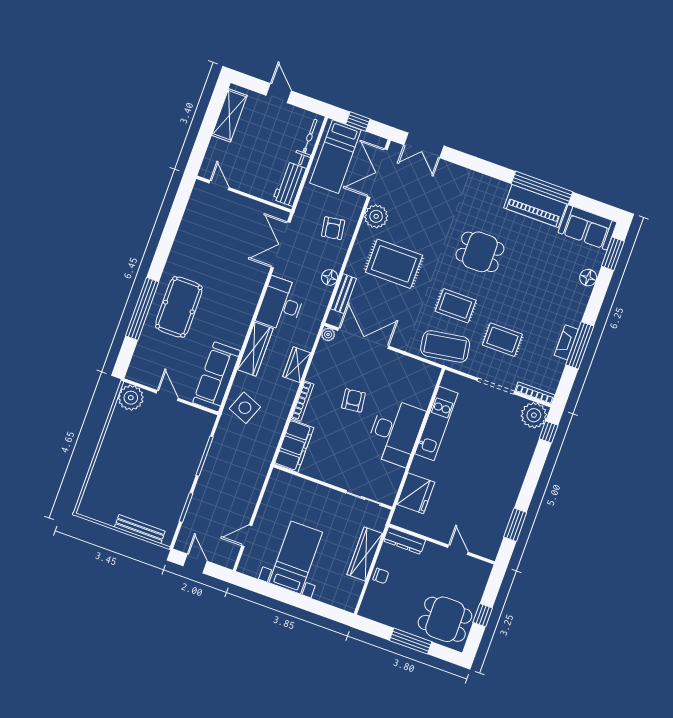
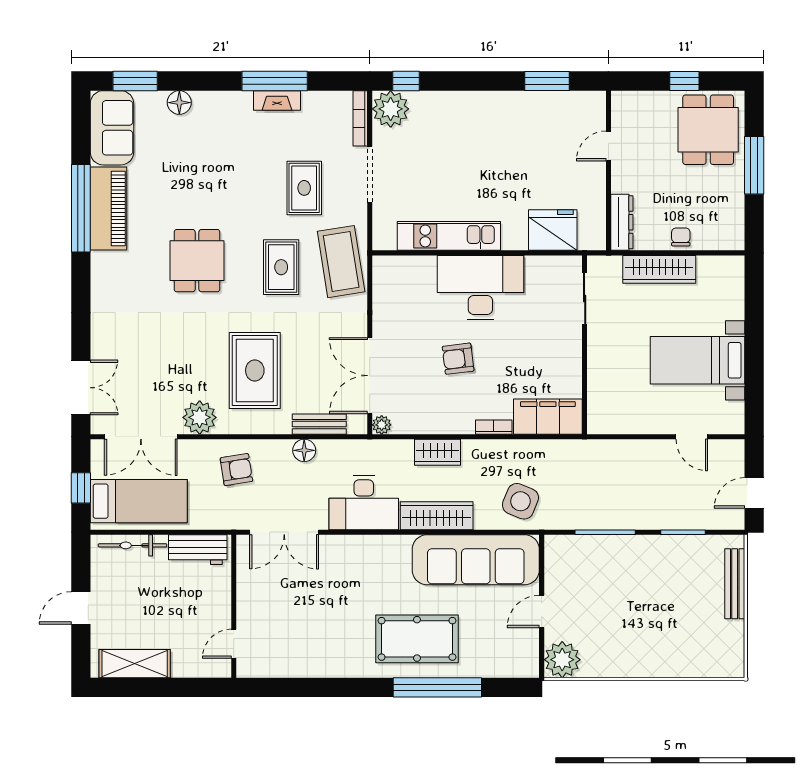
sofa: (217, 377) -> (476, 560), width x1.36, depth x1.27
bookcase: (302, 401) -> (494, 427), width x0.64

